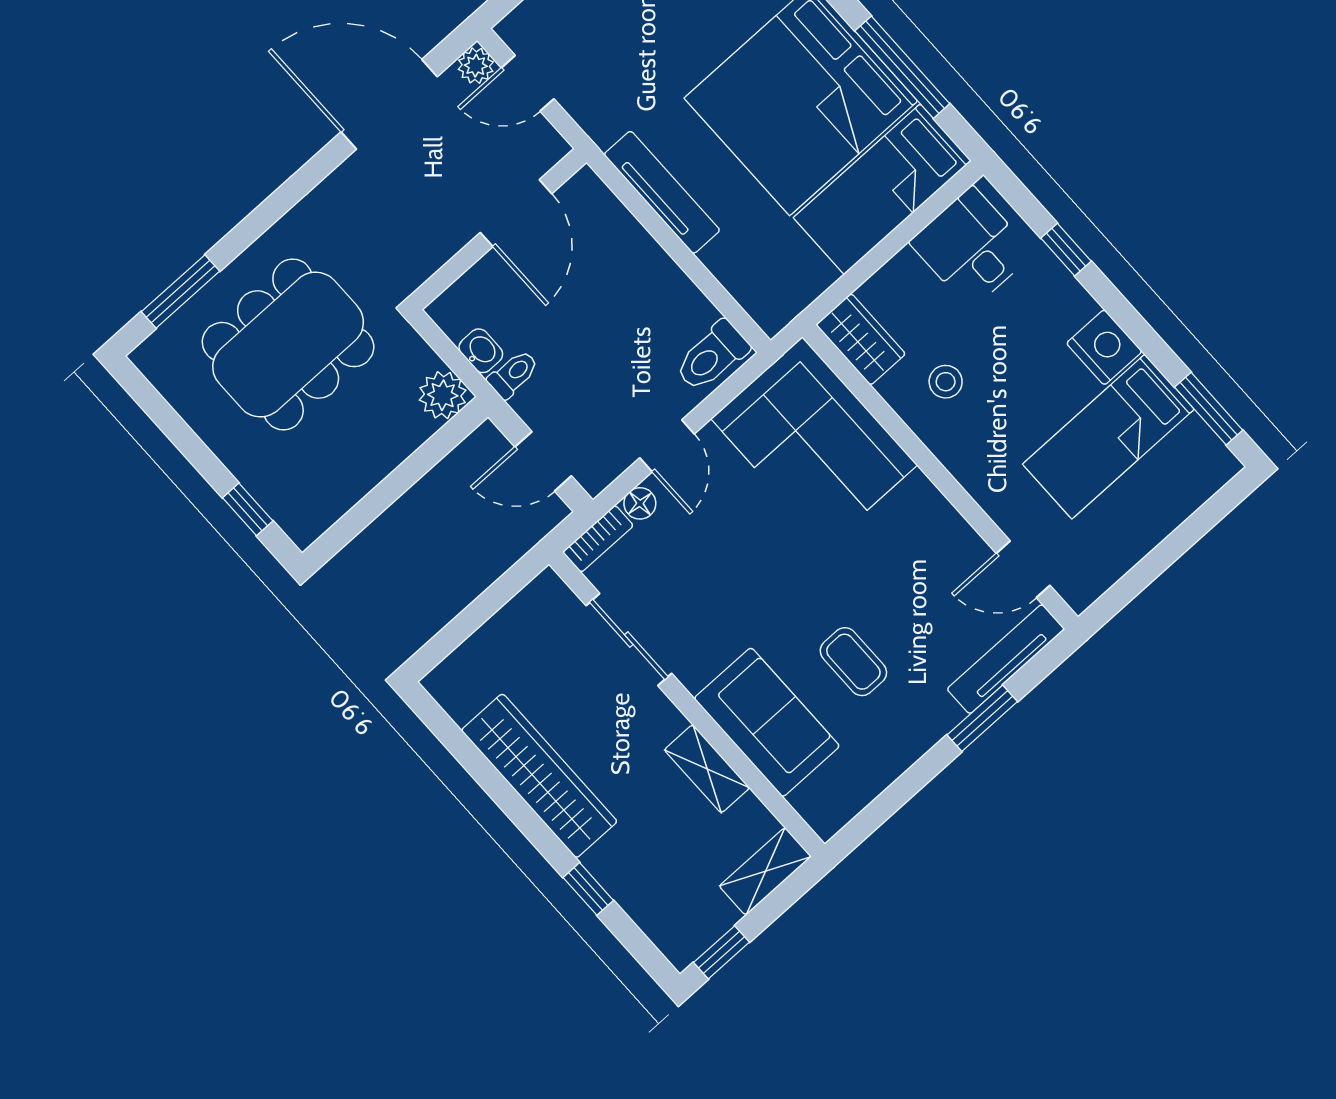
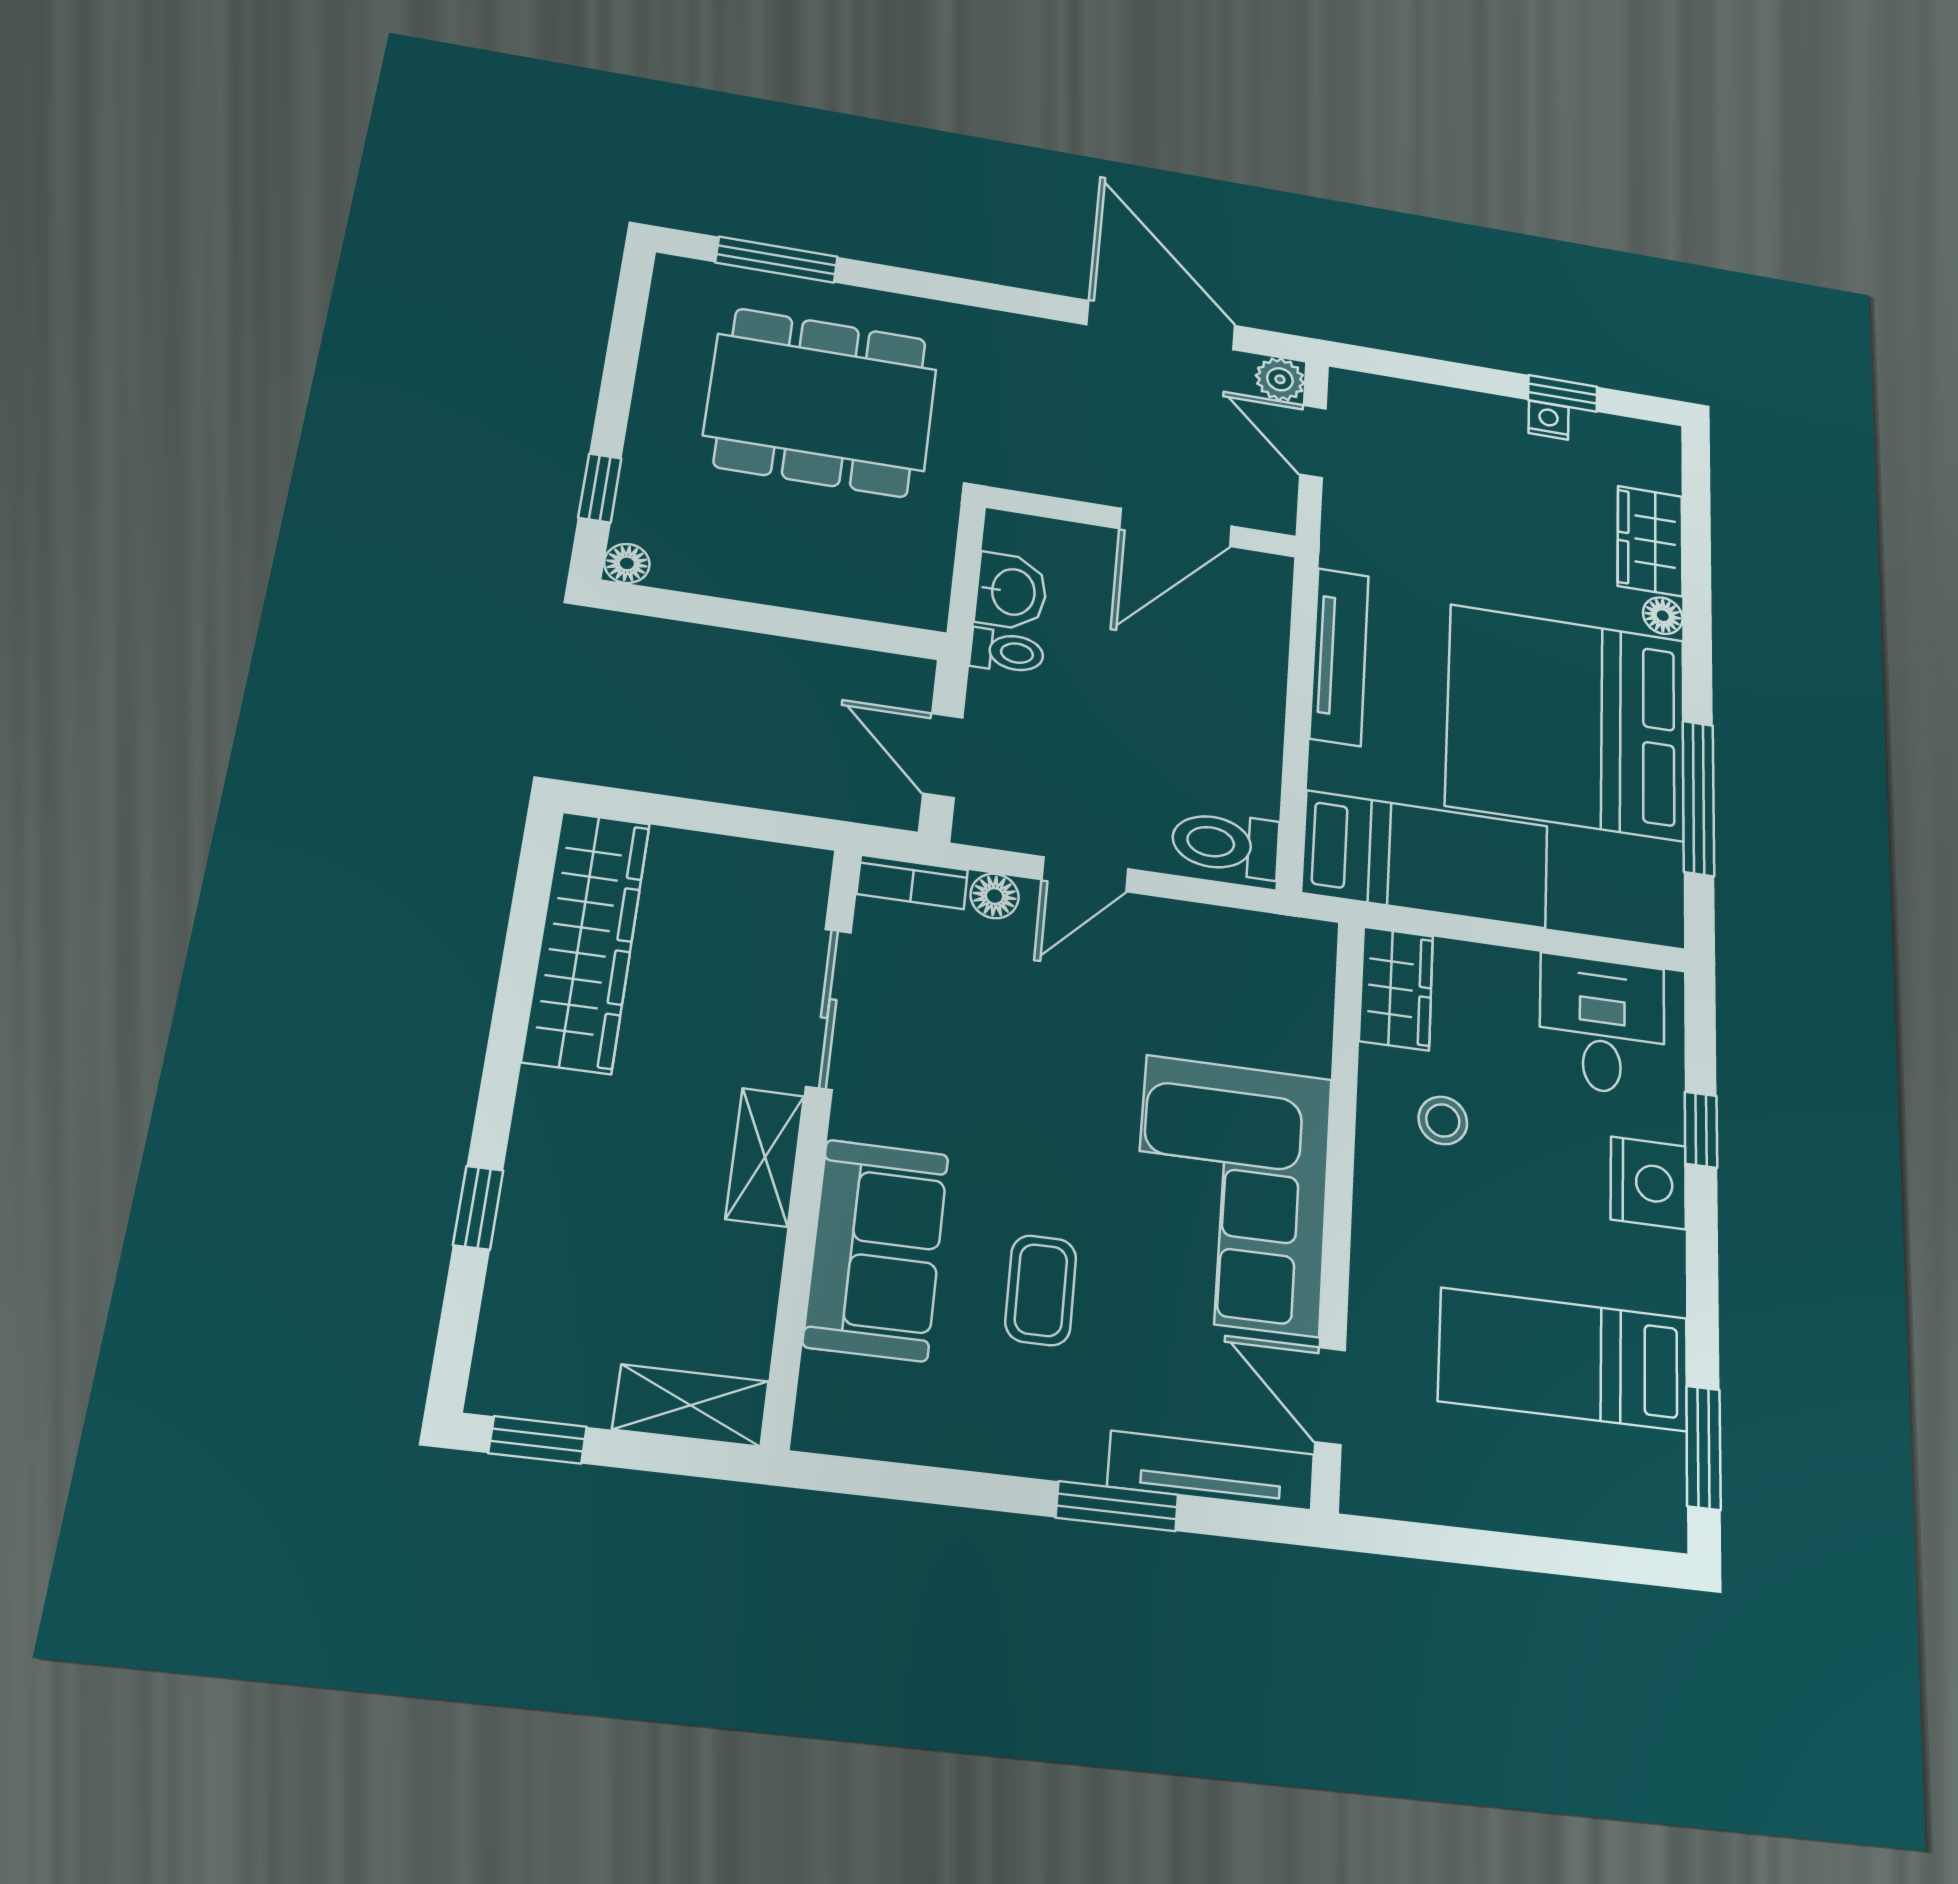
bed: (882, 189) -> (1426, 859), moved, turned 180
nightstand: (1104, 347) -> (1648, 1183), moved
washbasin: (481, 351) -> (1011, 592), width x1.38, depth x1.45
plant: (443, 395) -> (915, 596), removed
corner sofa: (814, 442) -> (1232, 1194), moved
floor lamp: (303, 532) -> (627, 563), added
shelving: (707, 769) -> (765, 1157), moved
wardrobe: (539, 776) -> (587, 941), moved

